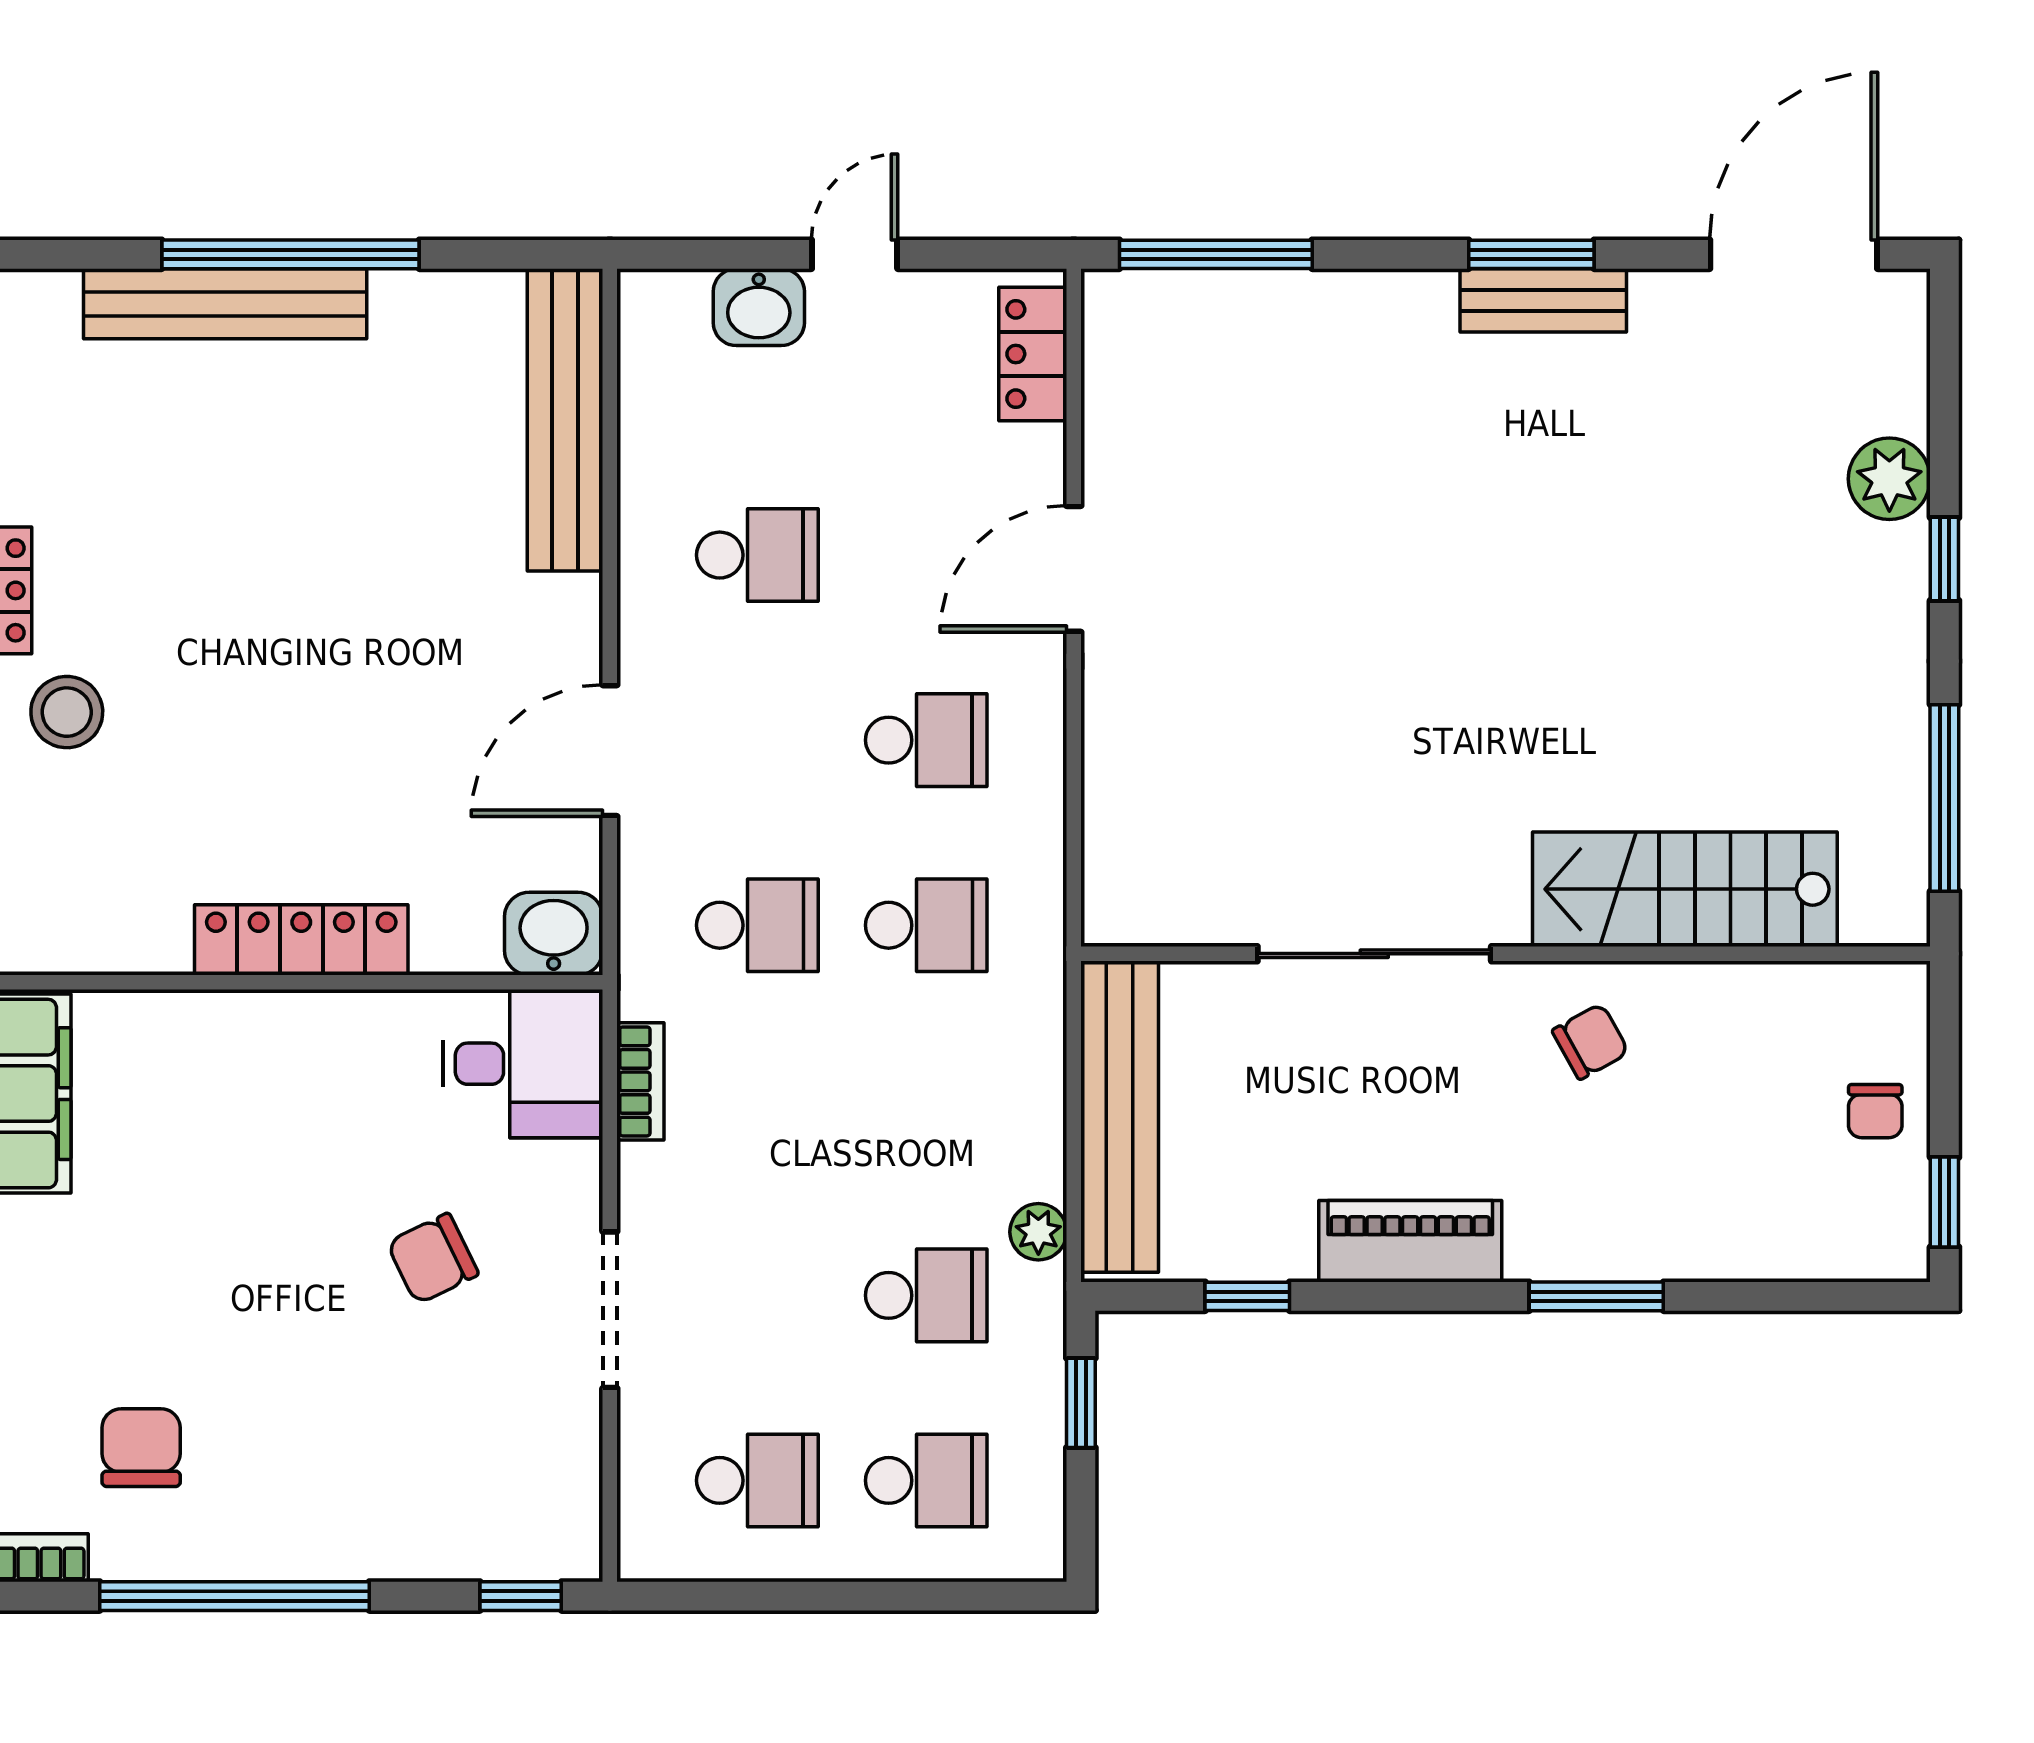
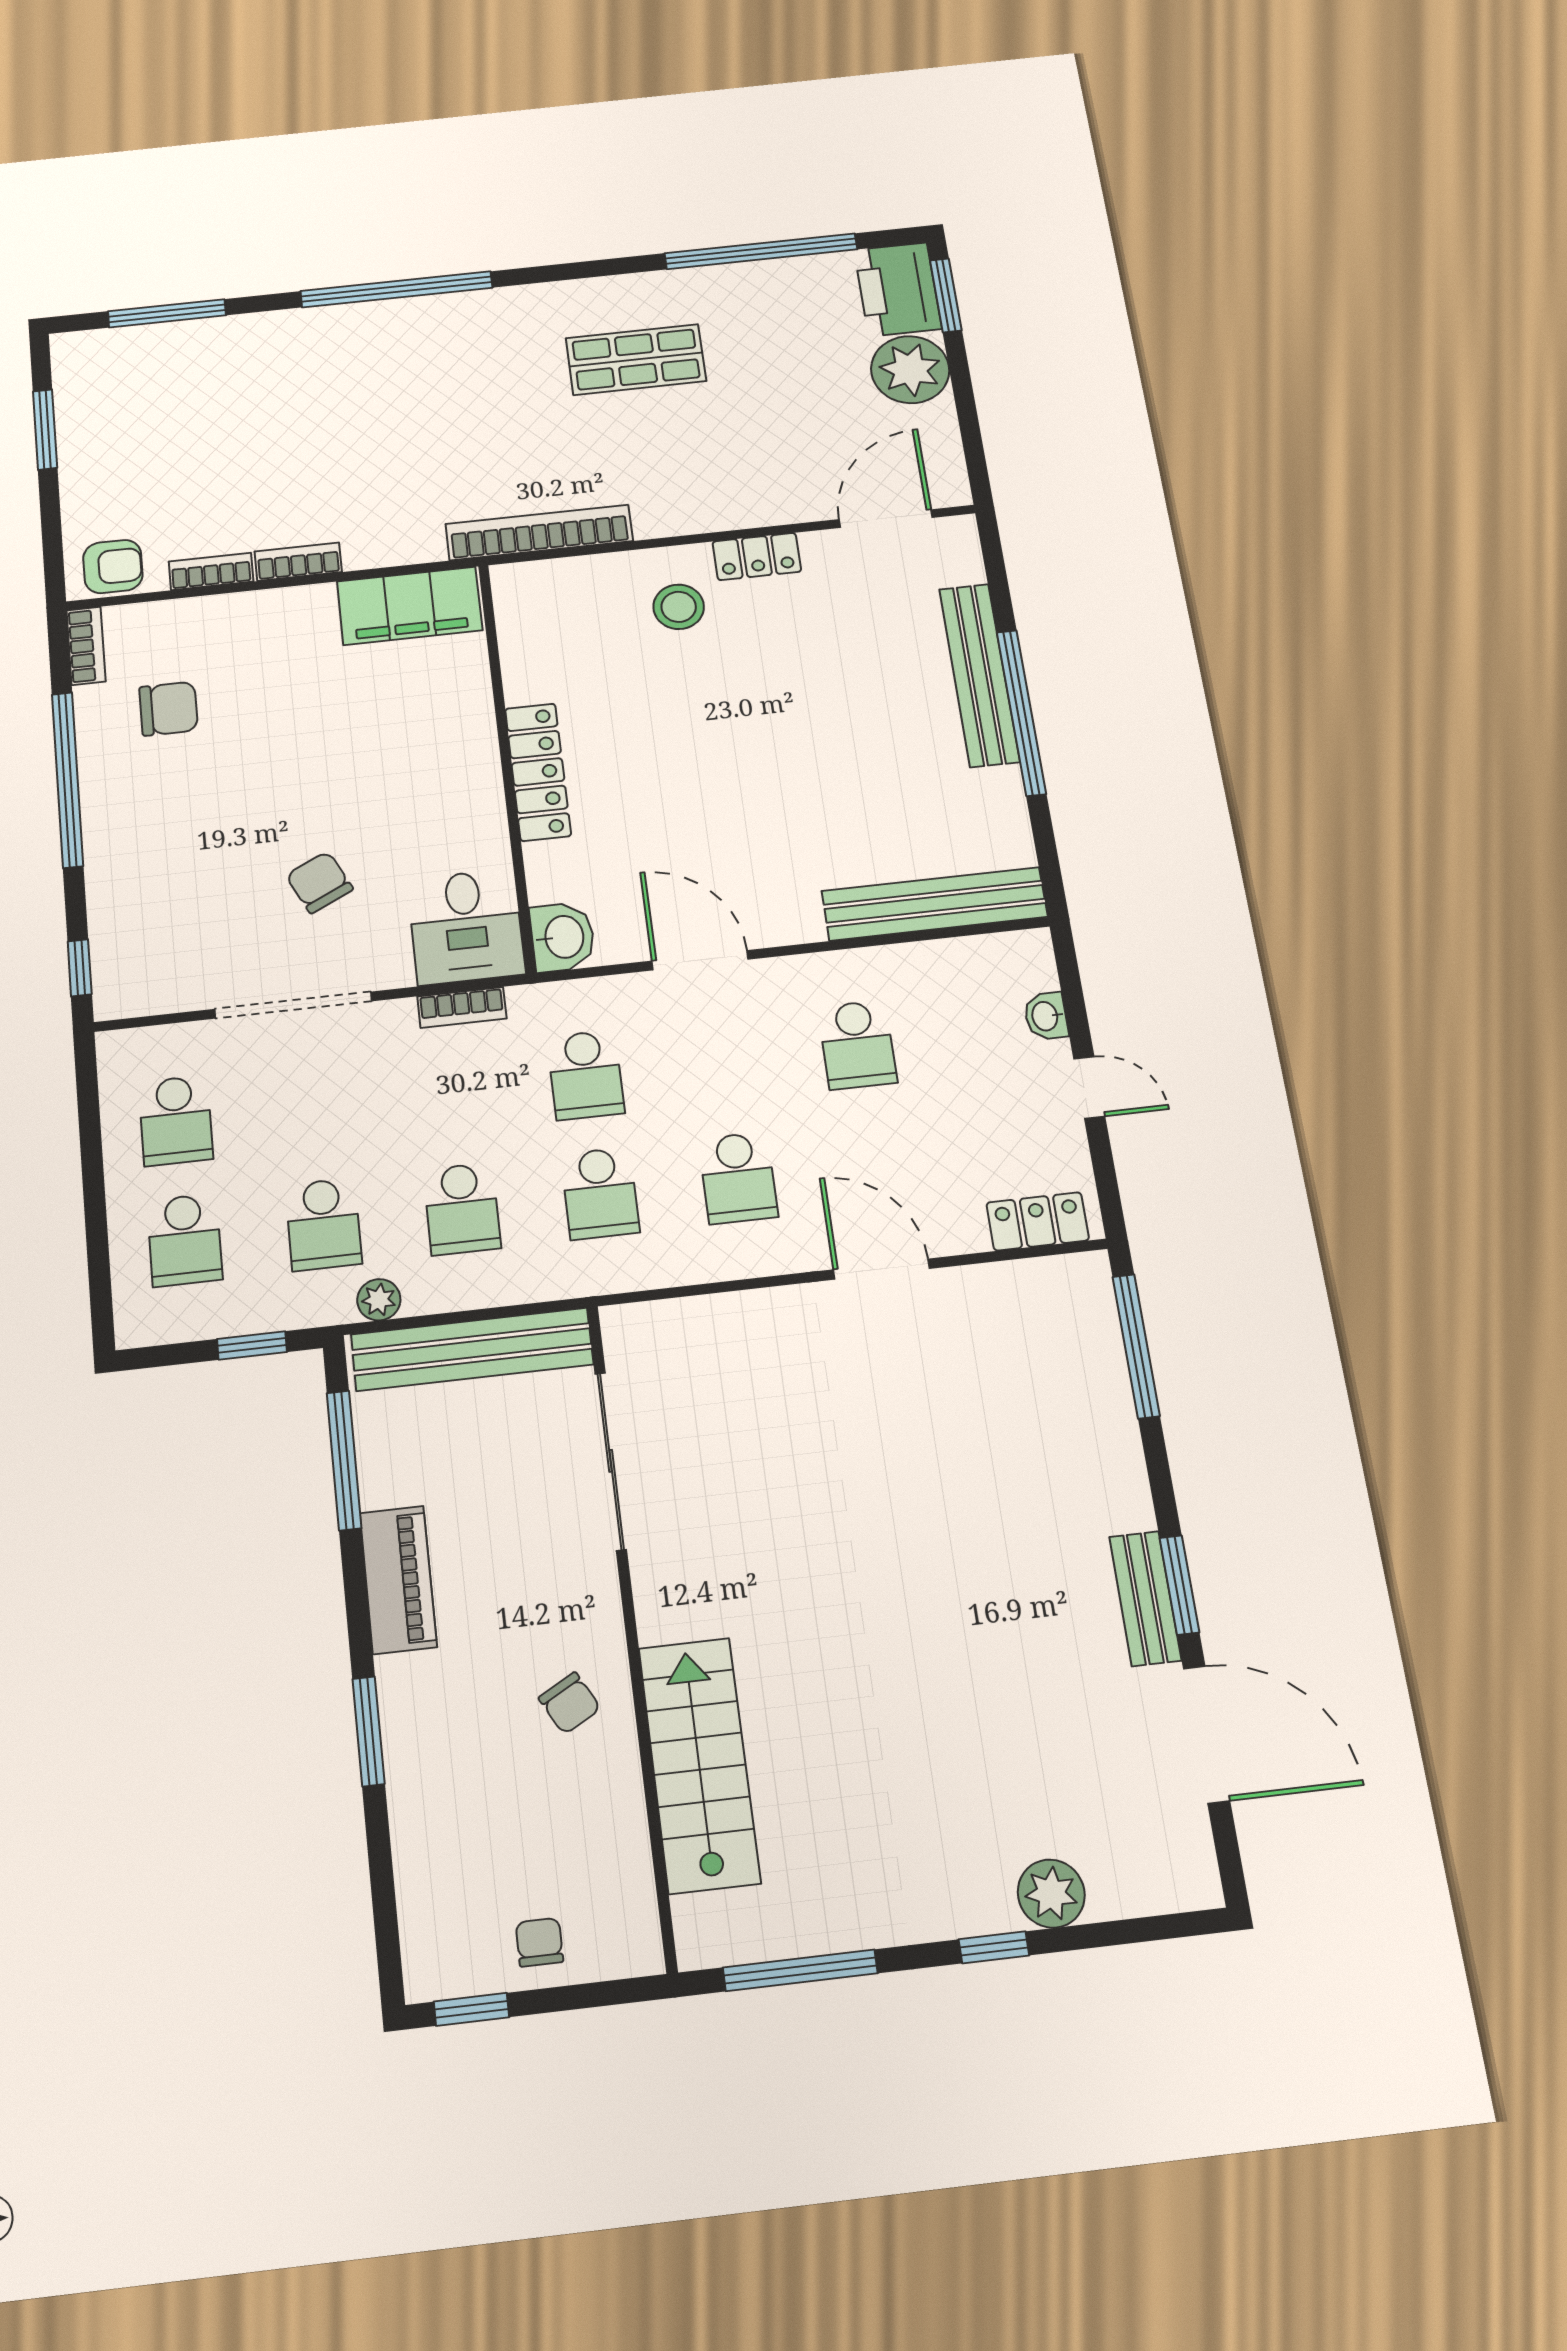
door: (1794, 254) -> (1206, 1734), moved
washbasin: (759, 307) -> (1046, 1016), width x0.72, depth x0.69
sliding door: (1374, 954) -> (611, 1461), moved
school desk: (926, 1110) -> (462, 1209), added
chair: (1875, 1111) -> (539, 1942), turned 90
window: (1247, 1296) -> (344, 1460), width x2.17
doorway: (610, 1310) -> (293, 1005), width x1.36

